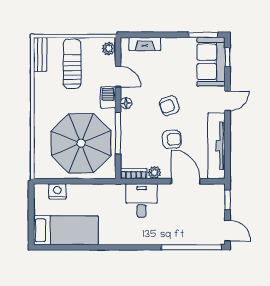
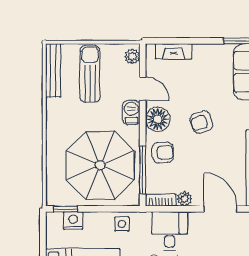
bench: (40, 54) -> (53, 70), width x1.36
floor lamp: (126, 103) -> (158, 119), width x1.89, depth x1.89
window: (118, 133) -> (143, 170), moved
armchair: (172, 139) -> (163, 153), moved
window: (51, 181) -> (65, 209), added
side table: (100, 194) -> (122, 224), added

